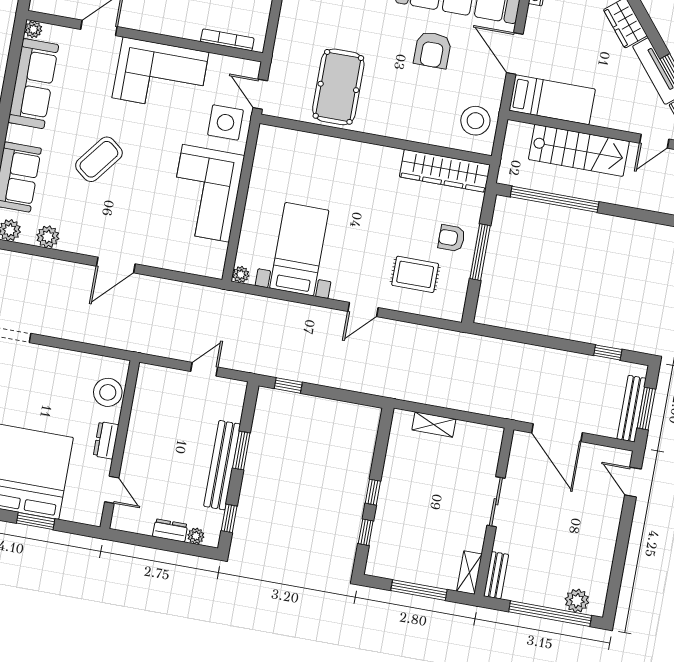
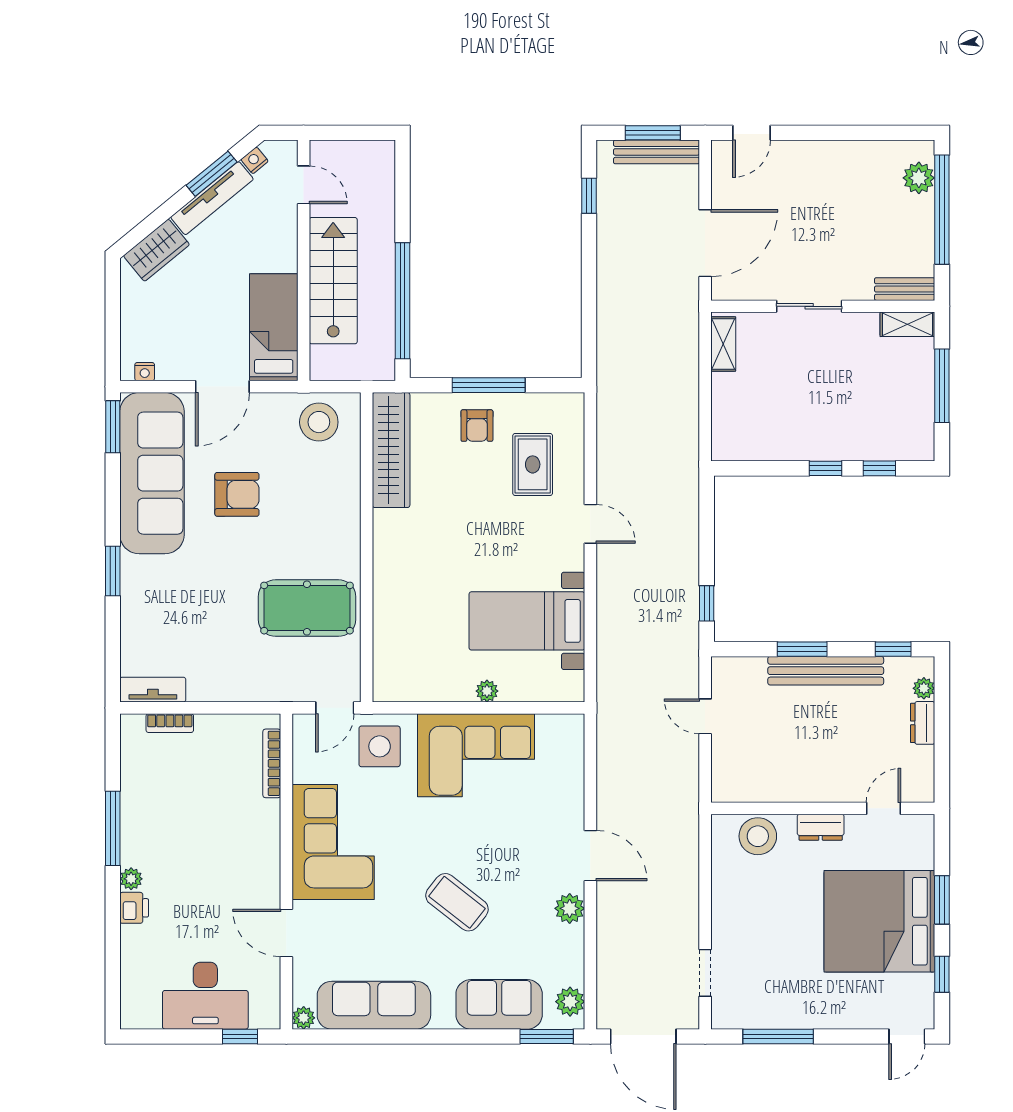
plant: (48, 237) -> (570, 908), moved
plant: (241, 275) -> (487, 691), moved
shelving: (434, 424) -> (723, 344), moved

